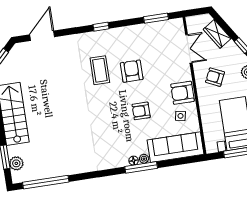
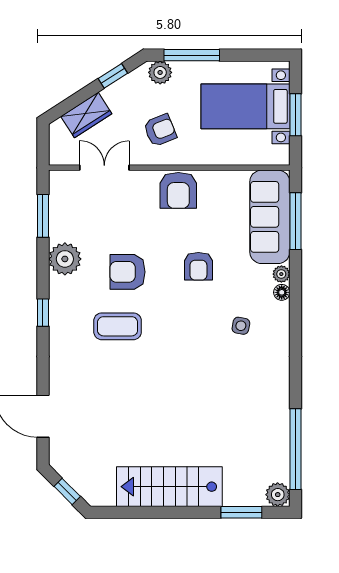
plant: (133, 34) -> (65, 259), added
armchair: (215, 77) -> (160, 130), turned -137
side table: (180, 116) -> (241, 326), moved
plant: (16, 163) -> (278, 495), moved
window: (141, 167) -> (295, 221), moved

